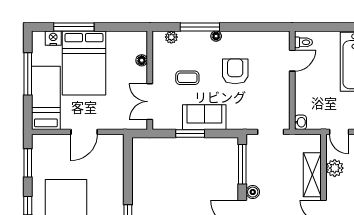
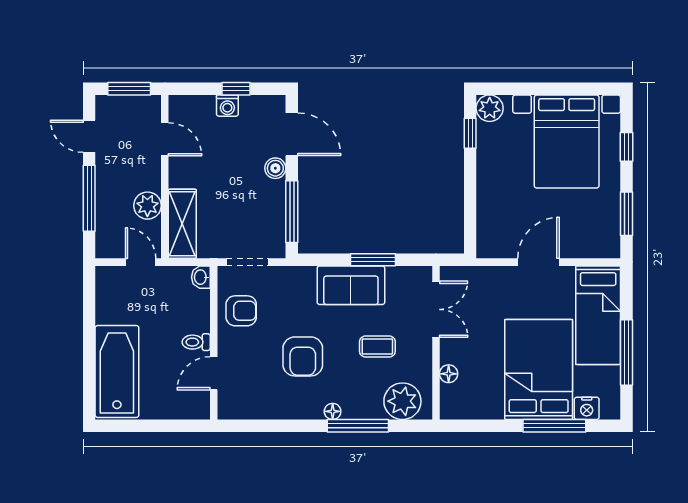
plant: (171, 37) -> (402, 401), width x1.87, depth x1.87
toilet: (303, 42) -> (196, 342), moved
armchair: (275, 101) -> (241, 311), added
shelving: (312, 175) -> (182, 224), moved

